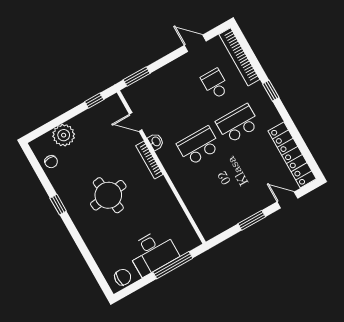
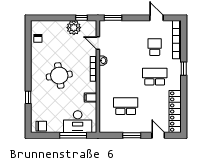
plant: (64, 135) -> (74, 28), moved
school desk: (199, 146) -> (126, 106), moved
filing cabinet: (167, 201) -> (91, 97), added
window: (58, 205) -> (28, 97), moved
desk: (153, 252) -> (78, 122), moved

